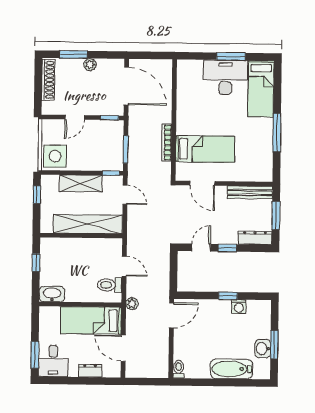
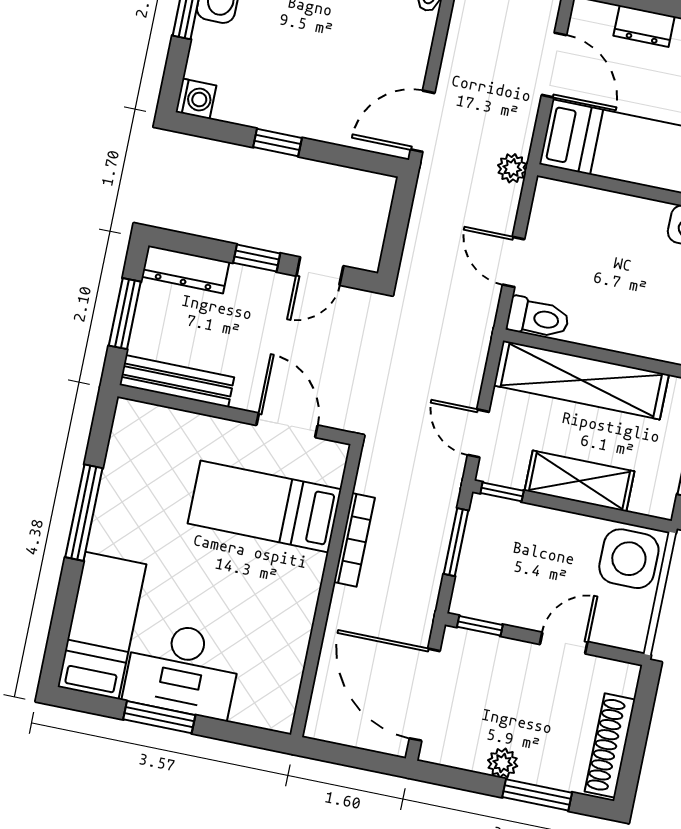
toilet: (110, 285) -> (538, 318), moved
washing machine: (239, 307) -> (196, 99), moved, turned 90

